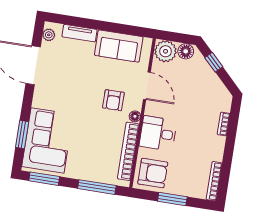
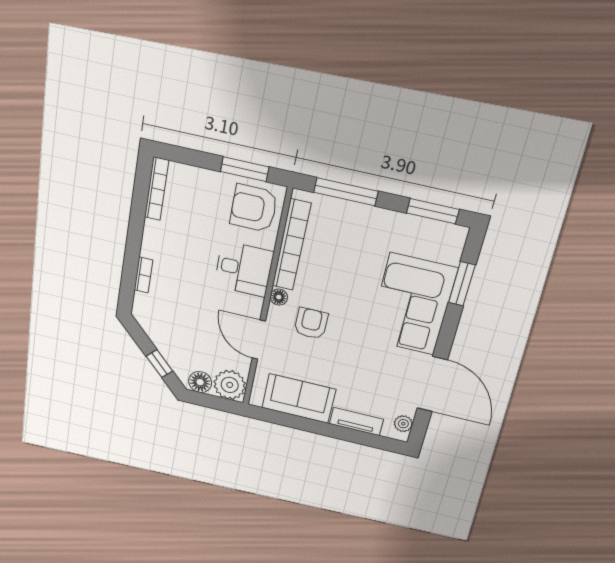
corner sofa: (47, 140) -> (412, 304), moved
window: (172, 199) -> (245, 169), moved

